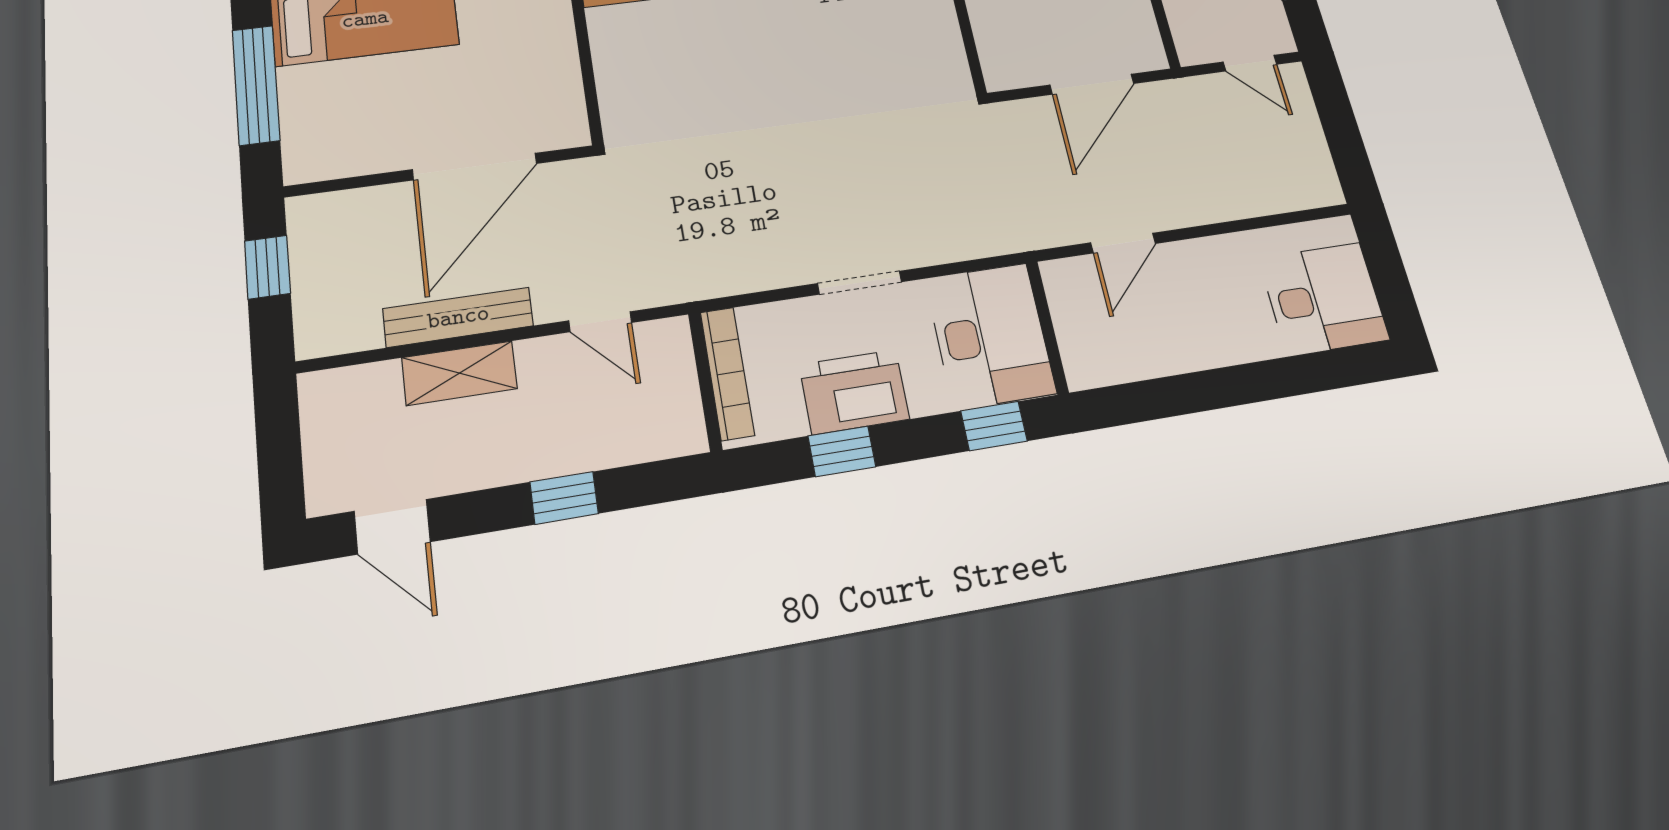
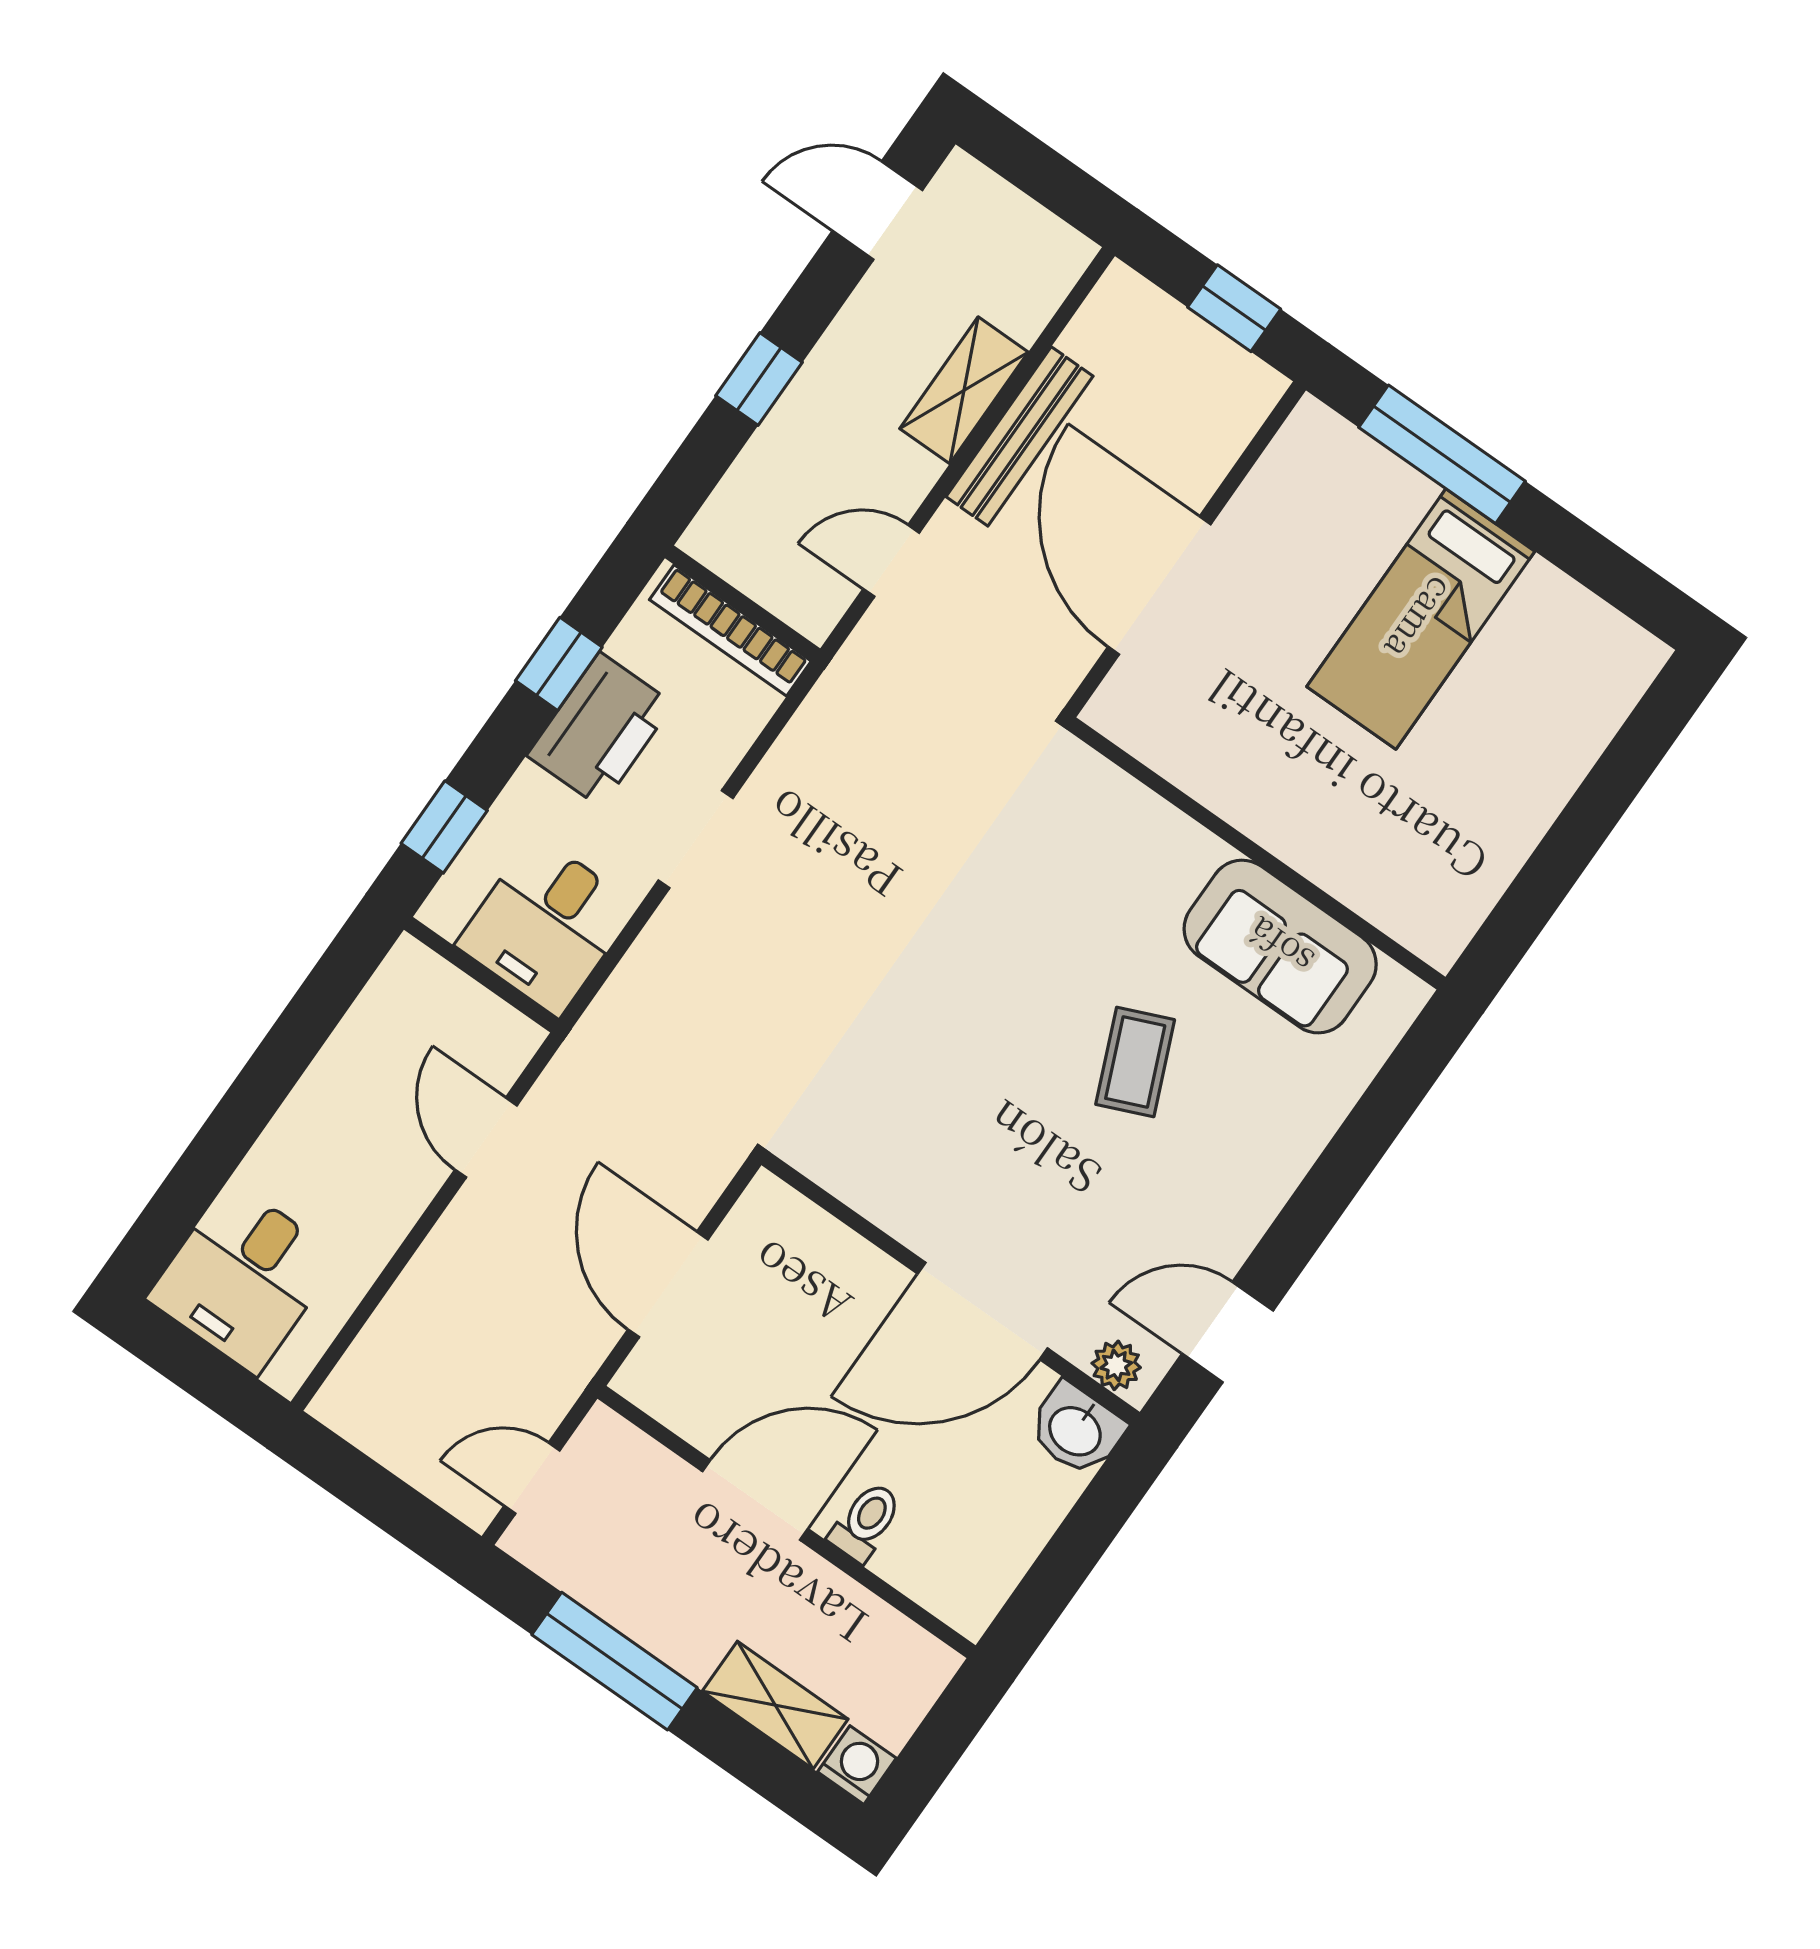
desk: (990, 336) -> (546, 925), width x0.73

